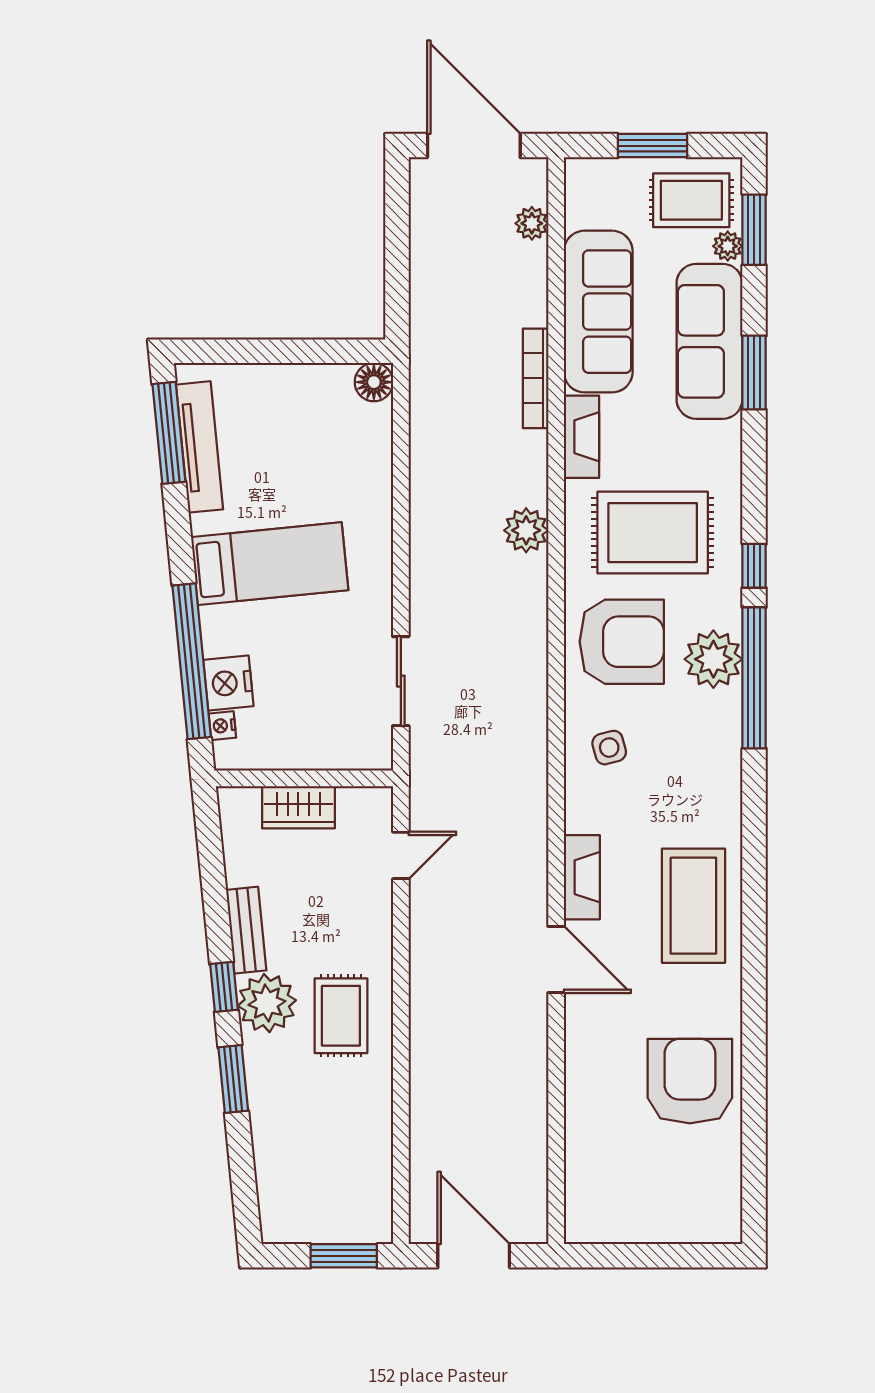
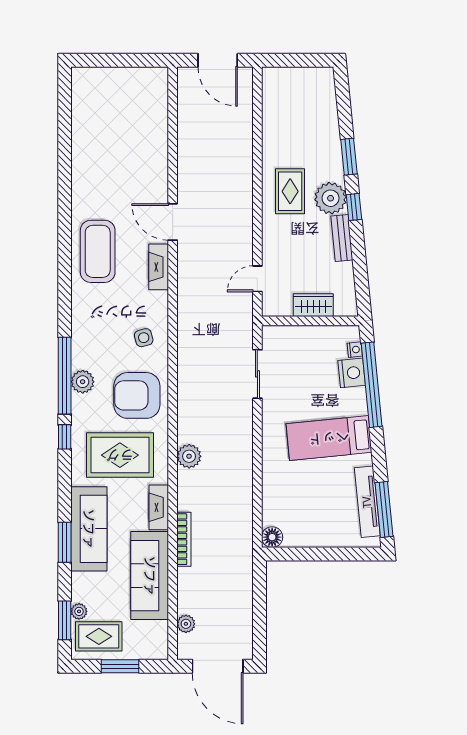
sofa: (709, 341) -> (89, 529), moved
plant: (713, 659) -> (83, 382), width x0.73, depth x0.73
armchair: (690, 1081) -> (100, 156), removed
window: (344, 1256) -> (289, 60), removed

